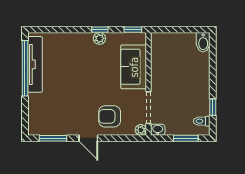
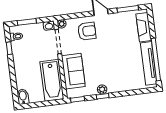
bathtub: (163, 59) -> (52, 80), added
fireplace: (35, 112) -> (144, 27), added

